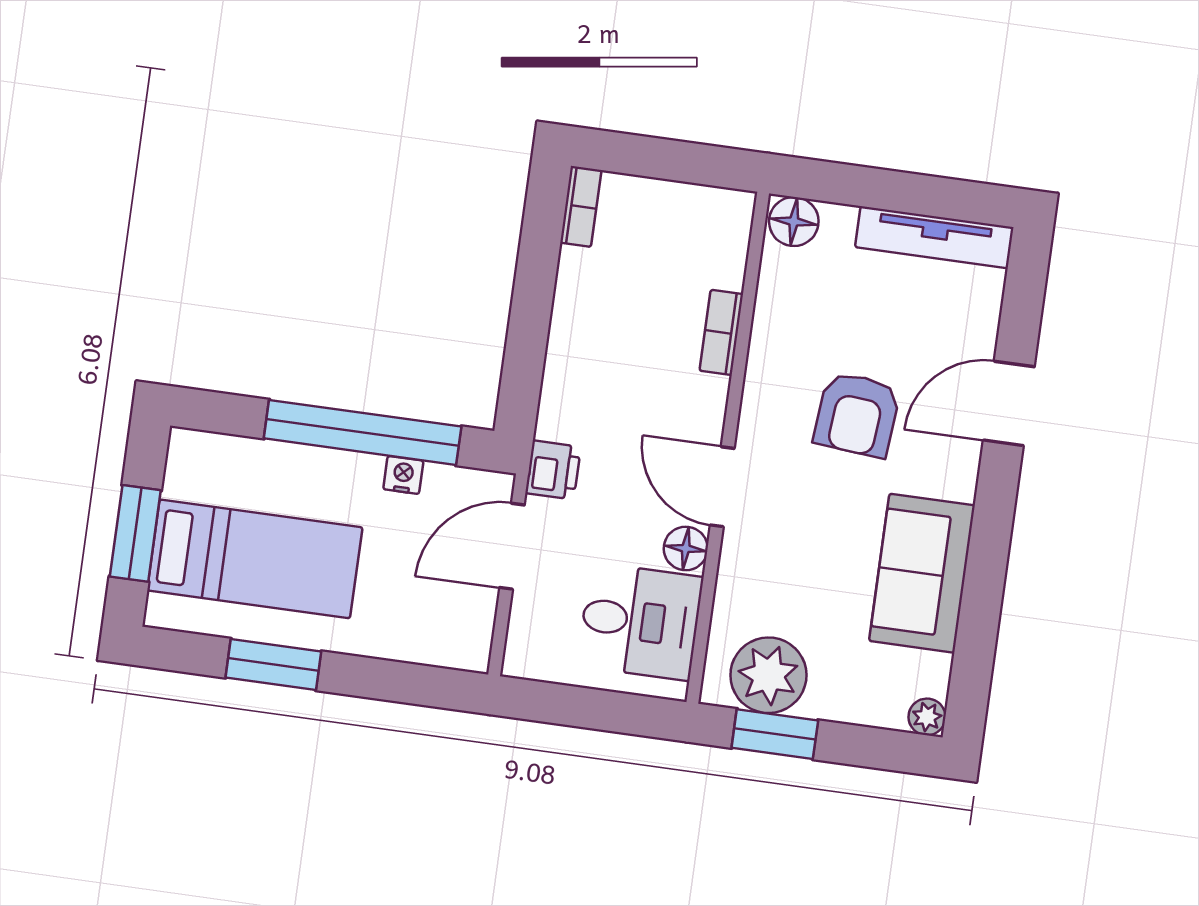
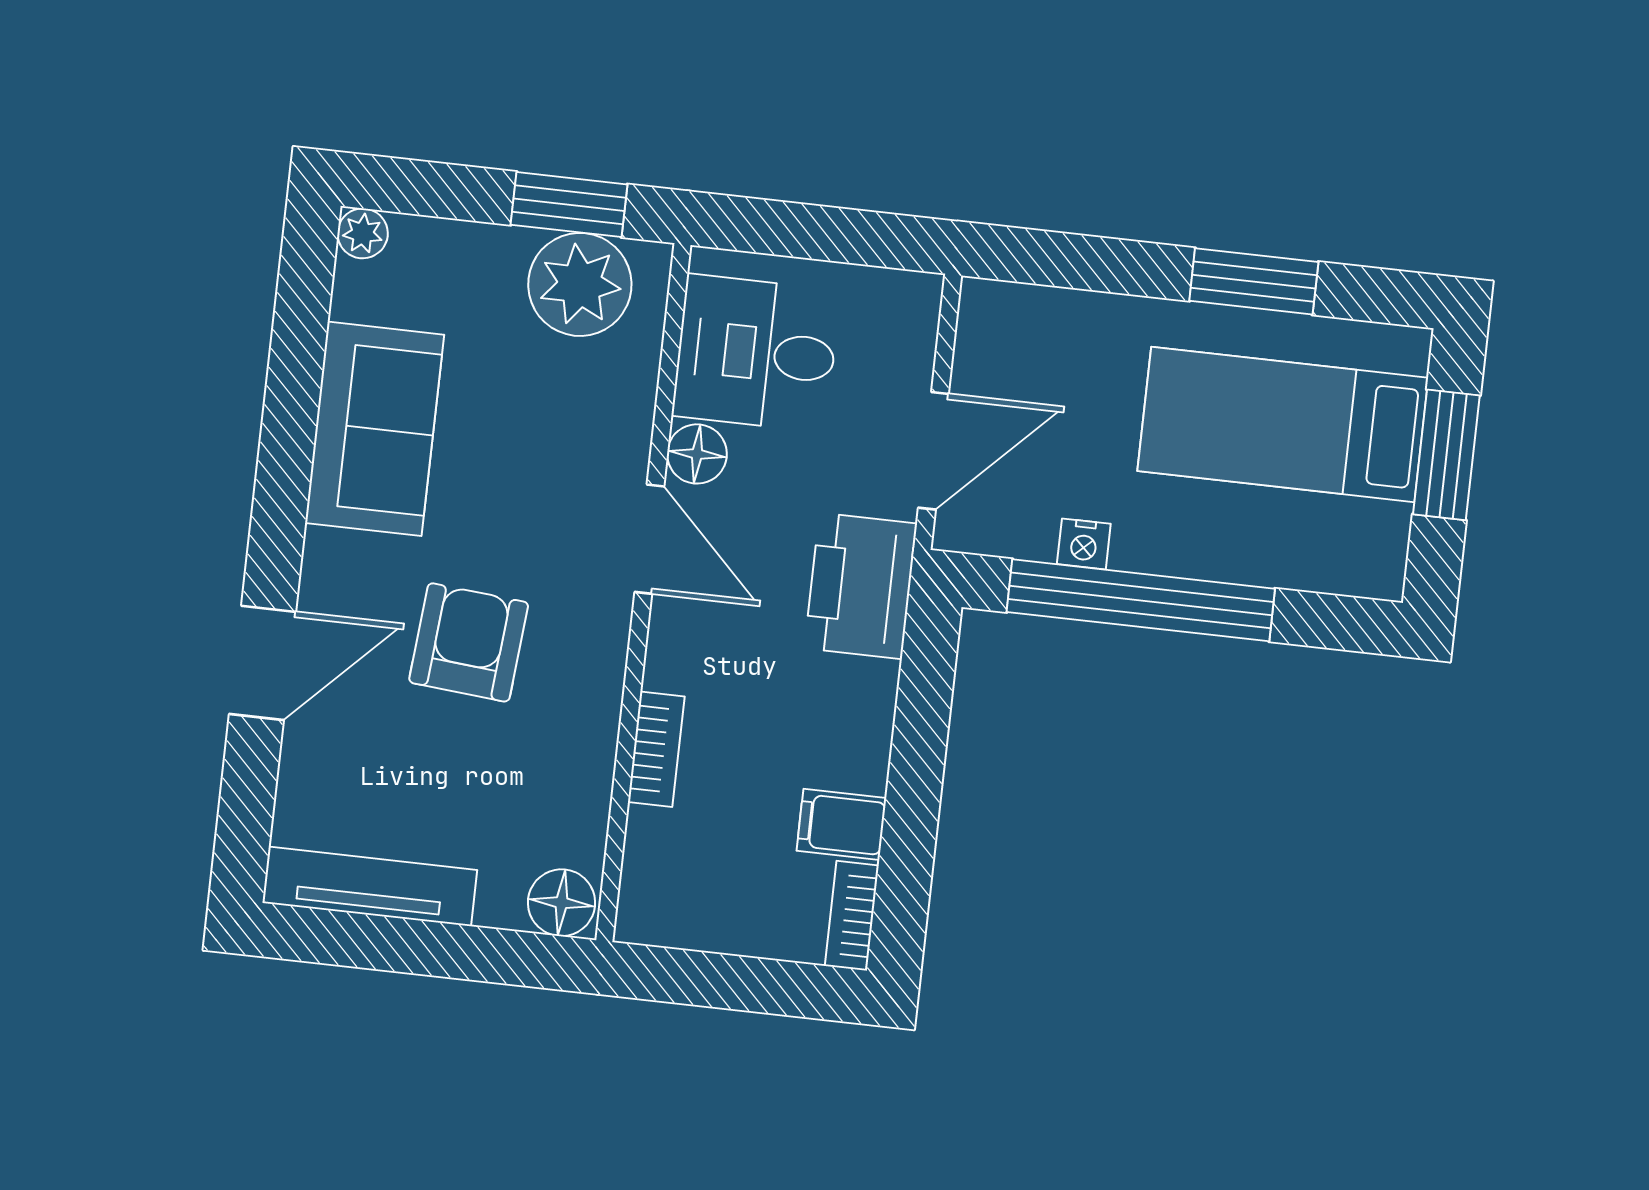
filing cabinet: (587, 274) -> (841, 824), added
printer: (553, 470) -> (861, 586), width x1.87, depth x1.48

